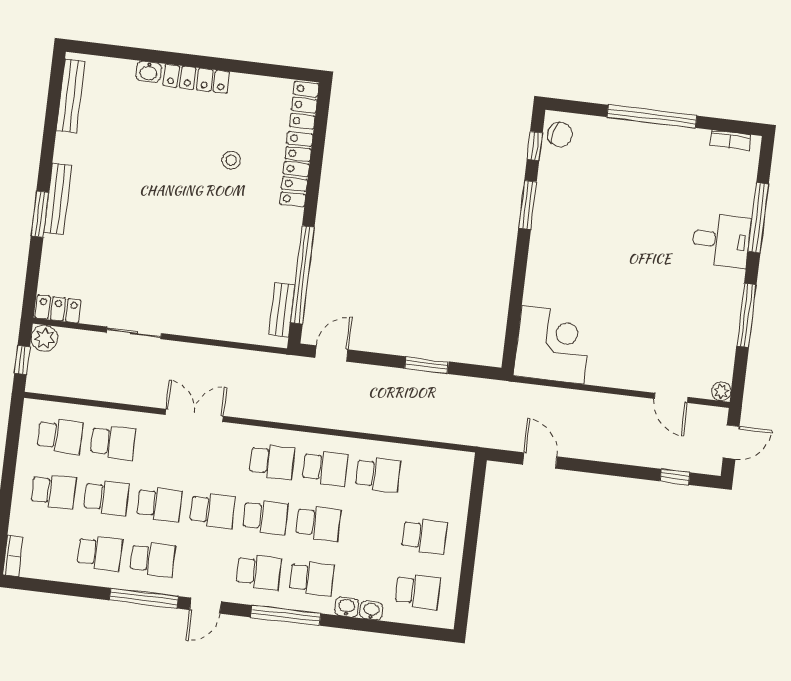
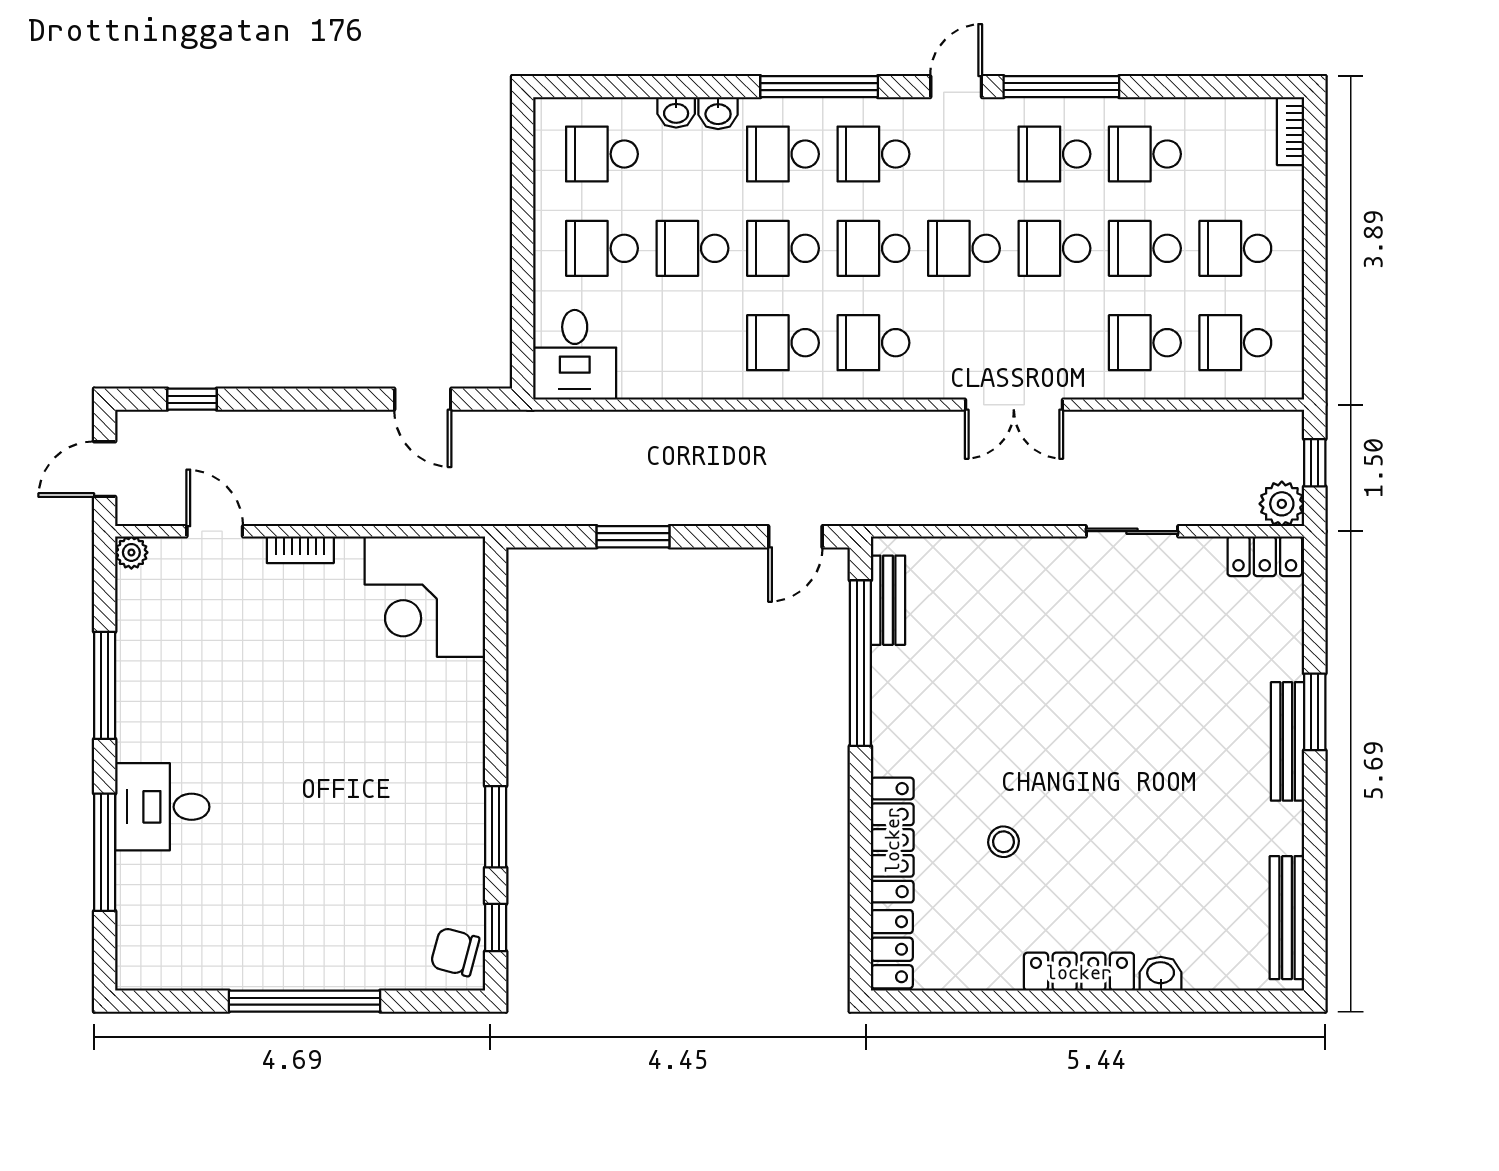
bookcase: (730, 140) -> (300, 550), moved, turned 180
school desk: (378, 474) -> (692, 248), moved
desk: (448, 476) -> (575, 355), added

